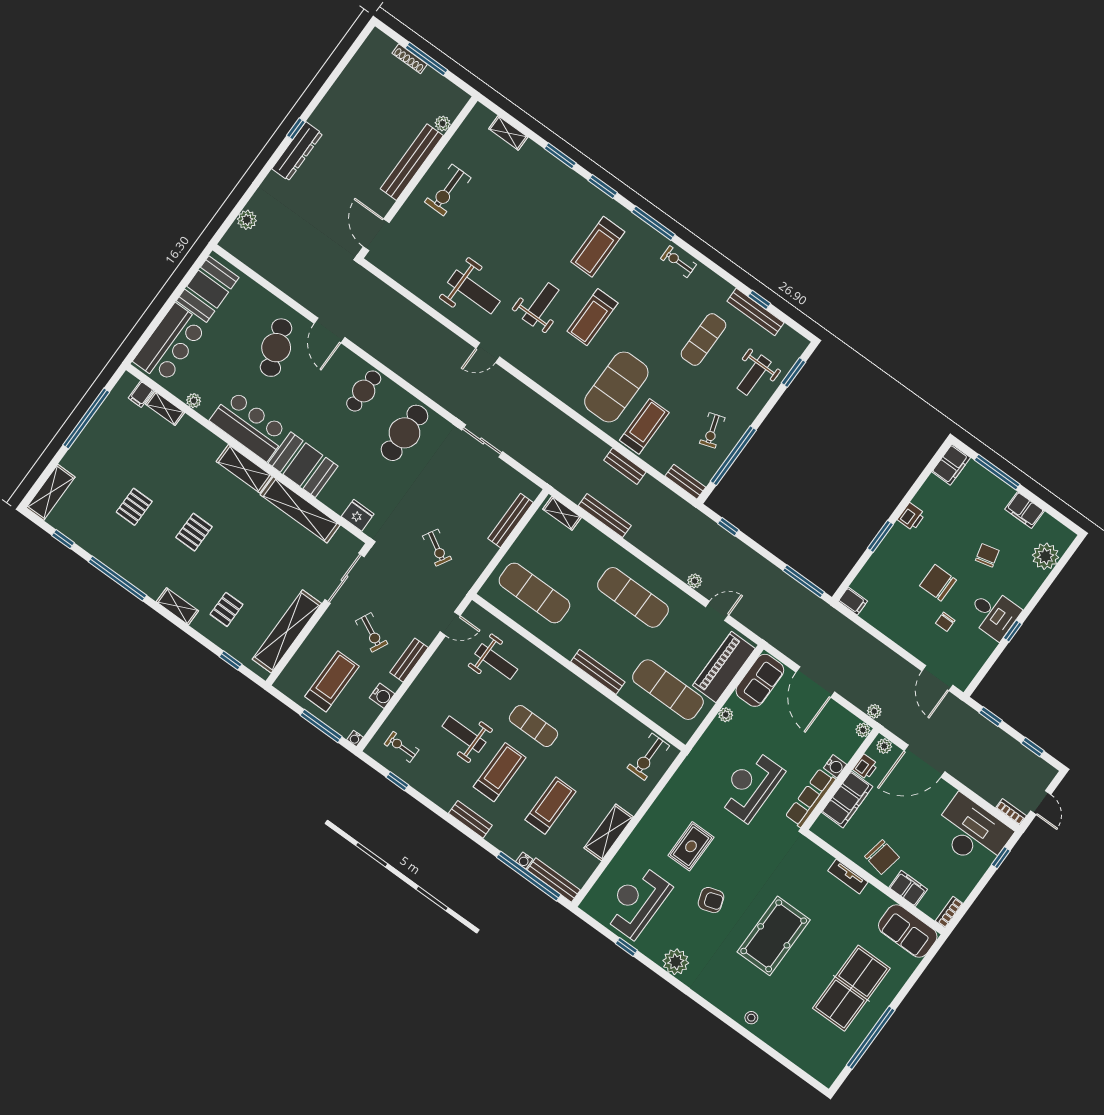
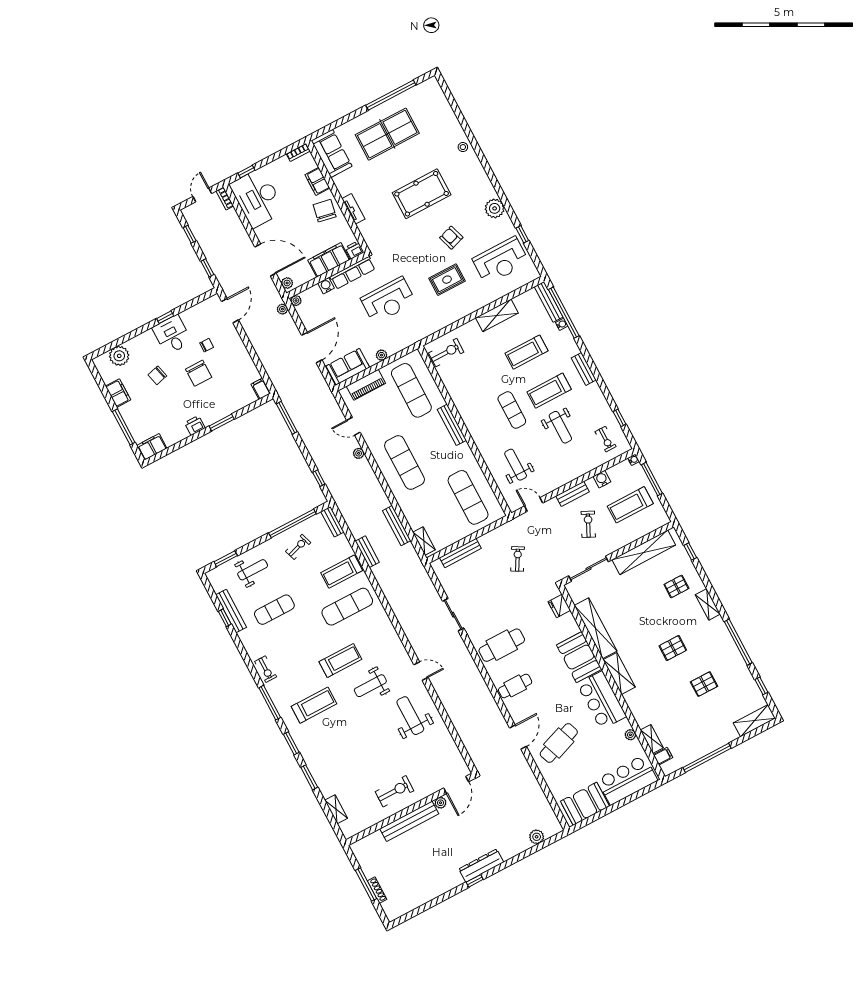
plant: (443, 123) -> (441, 803), moved
exercise mat: (616, 387) -> (347, 607), width x0.68
piano: (724, 667) -> (366, 385), width x0.73, depth x0.75
printer: (865, 767) -> (354, 250), moved

